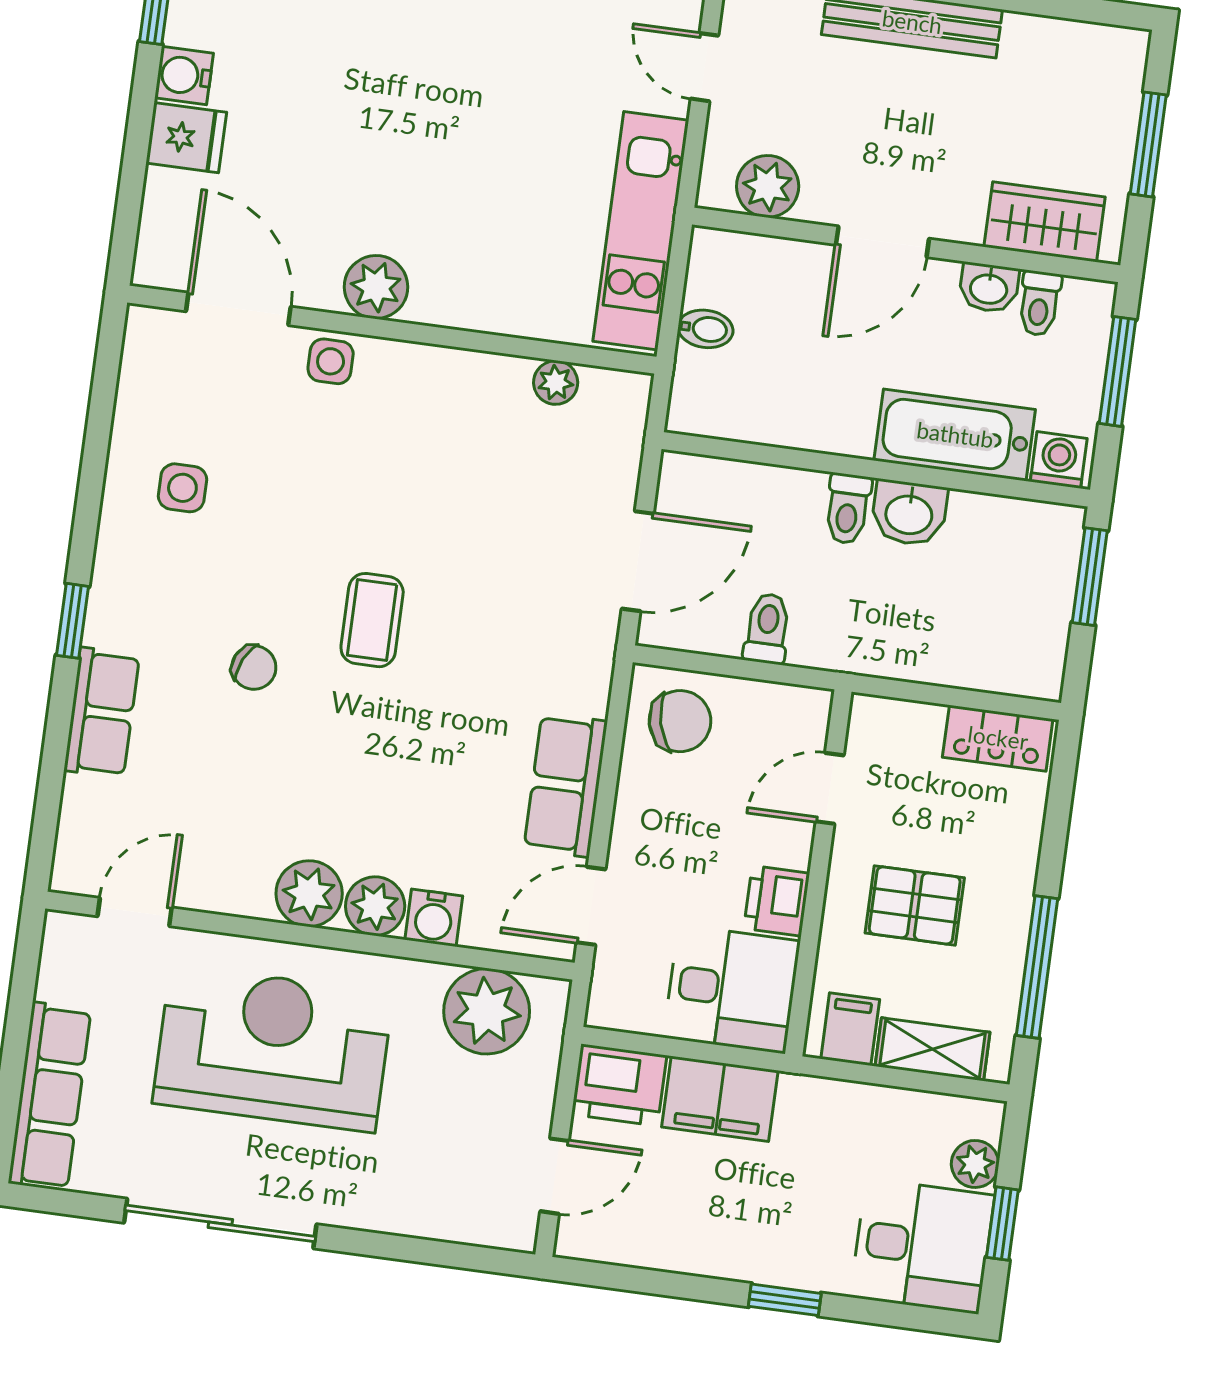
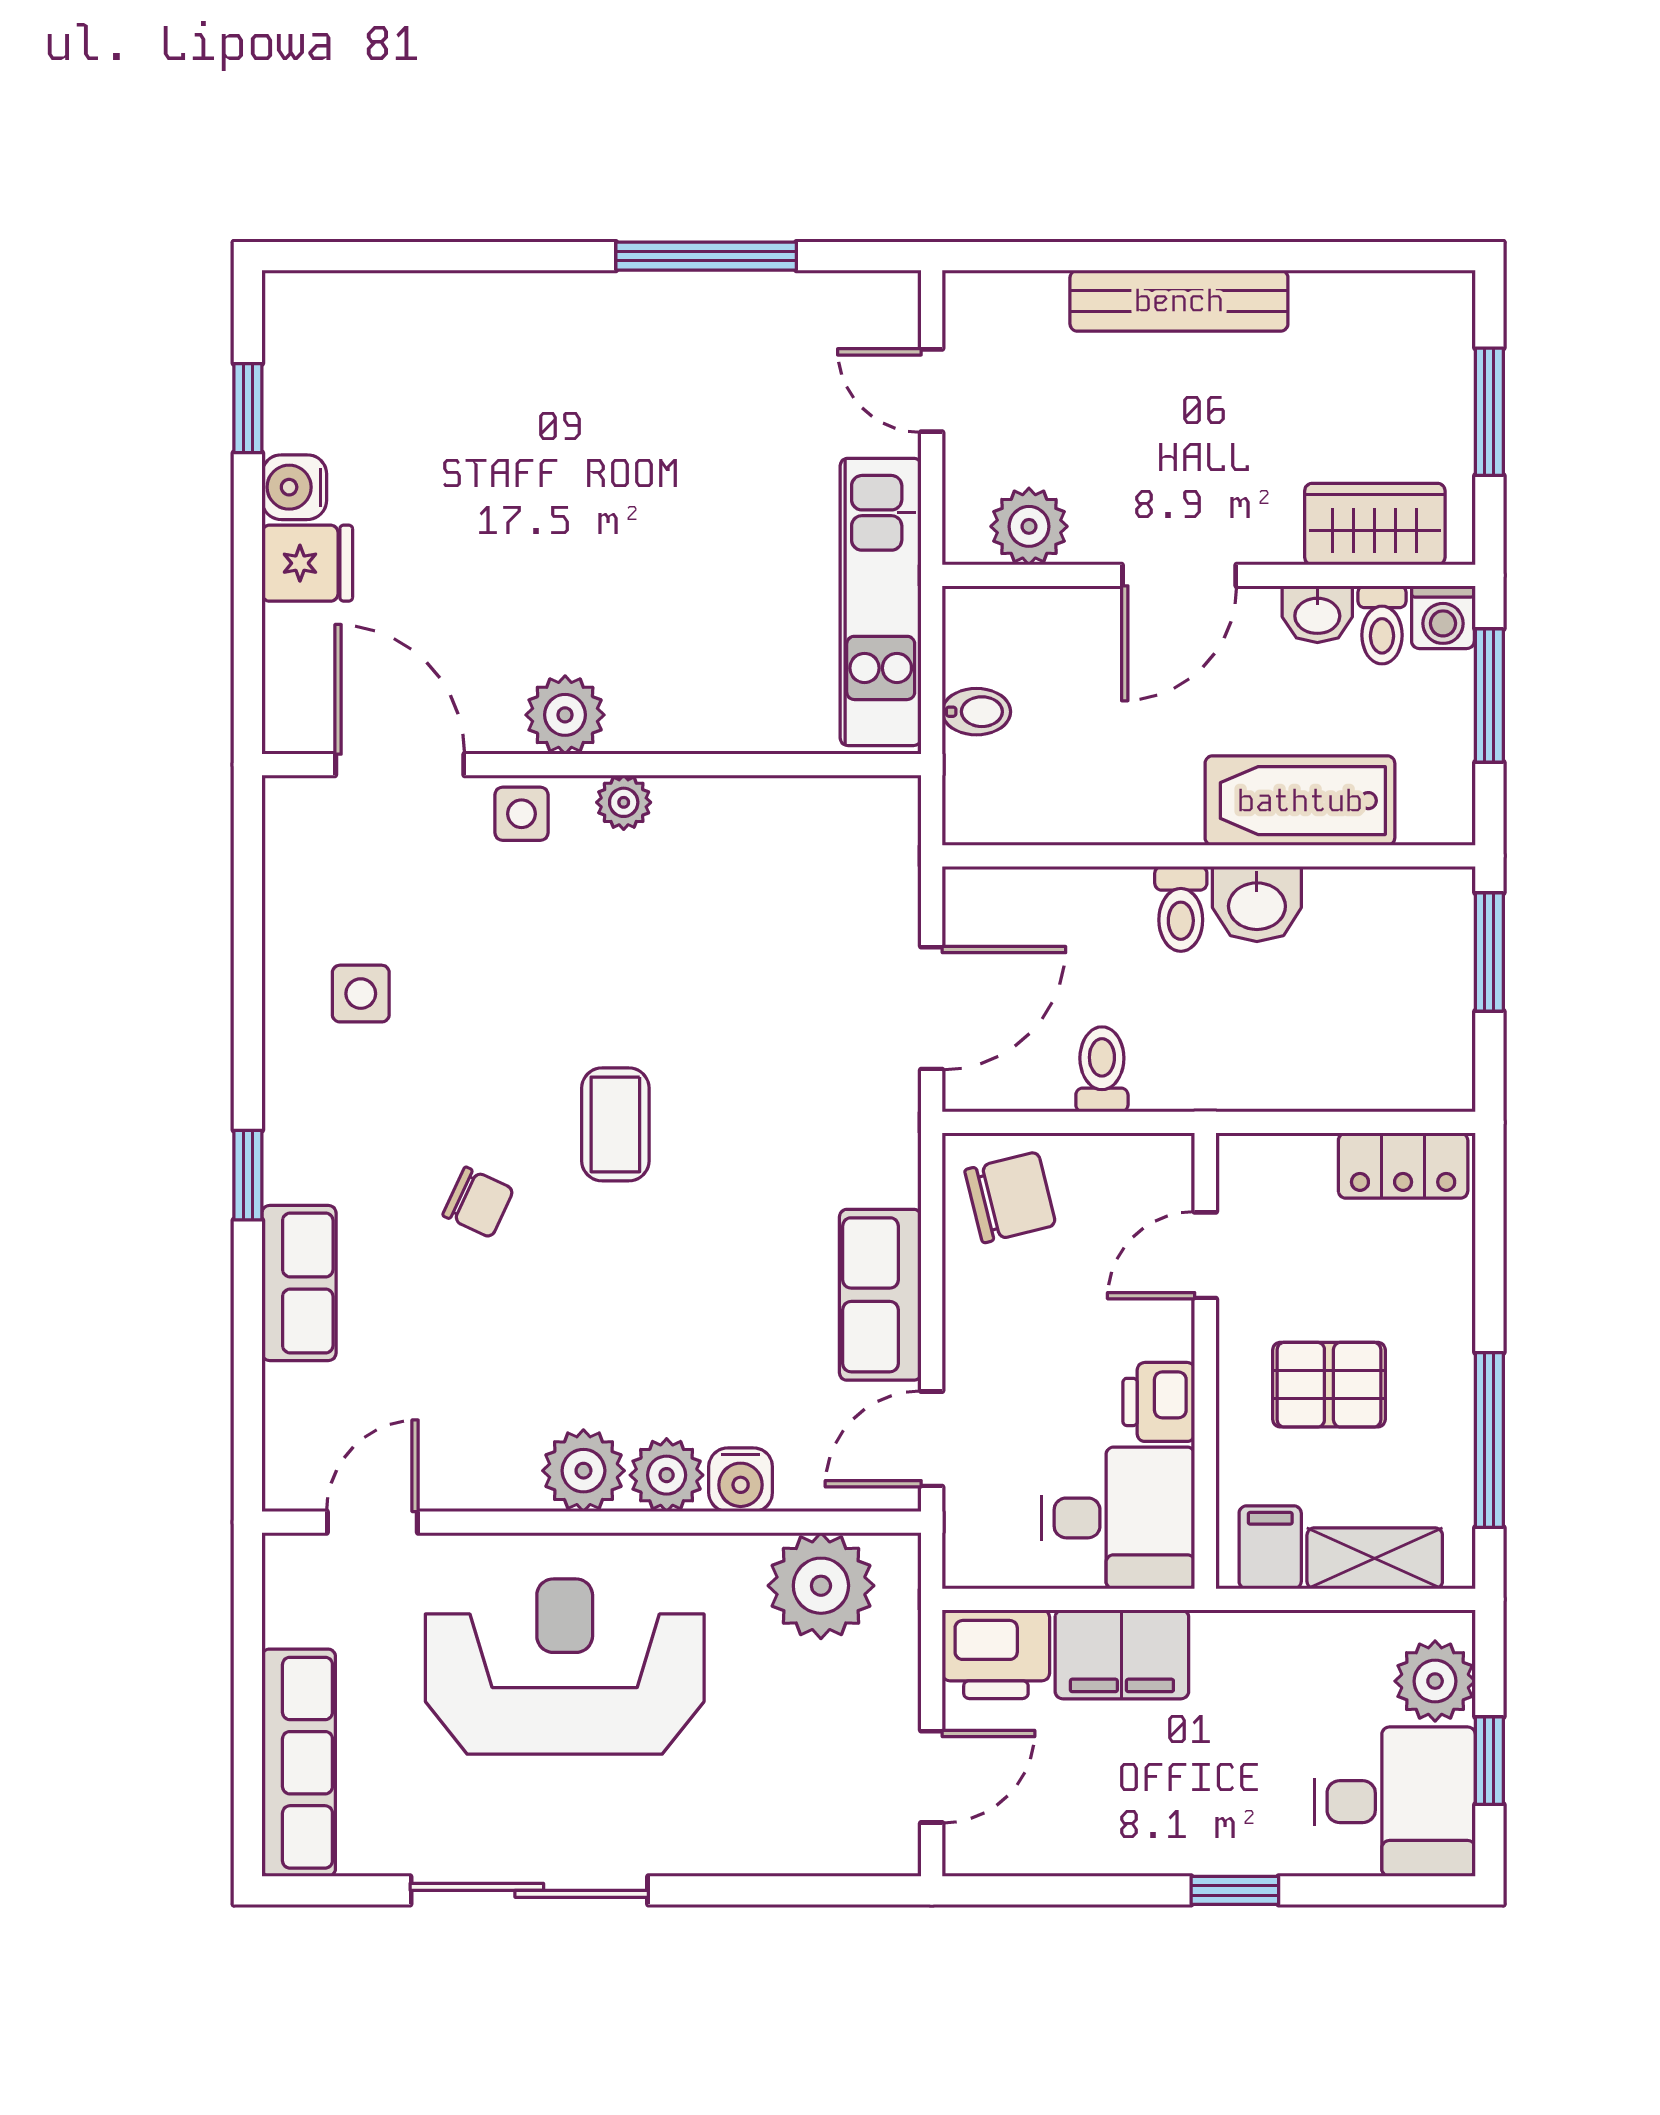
plant: (556, 383) -> (624, 802), moved
washing machine: (1059, 460) -> (1443, 617), moved, turned 180
plant: (975, 1164) -> (1435, 1681), width x1.38, depth x1.38

